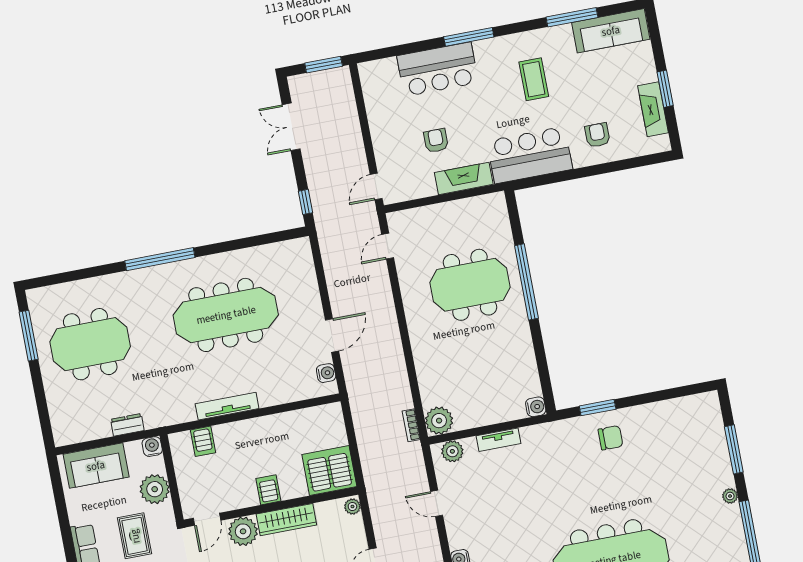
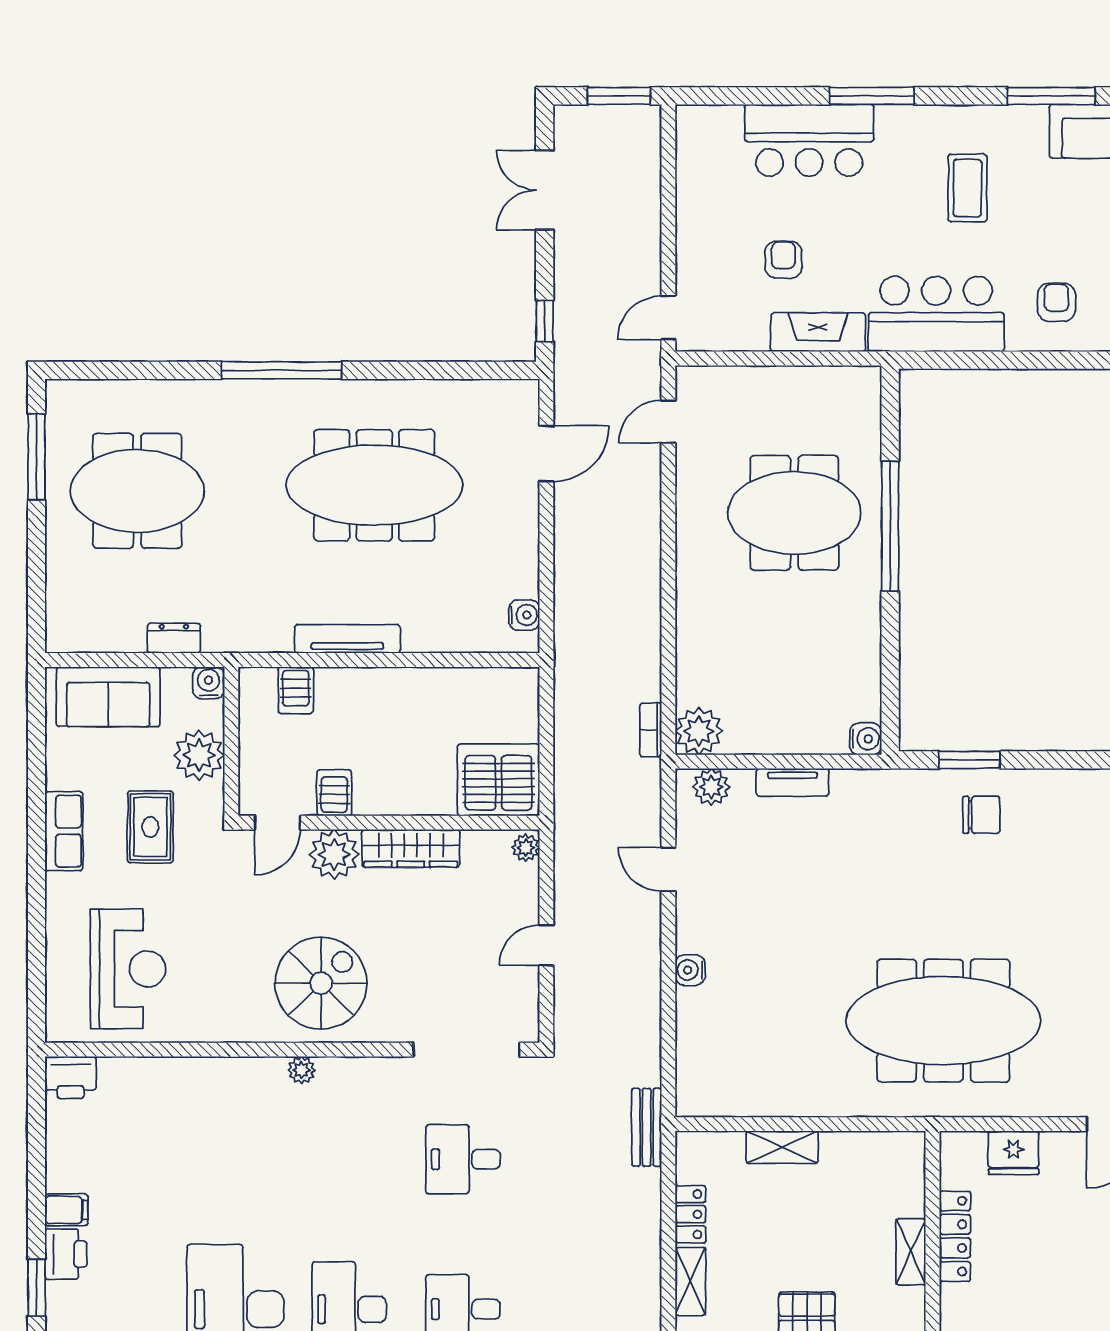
door: (332, 336) -> (546, 454), moved
server rack: (268, 490) -> (334, 793), moved

